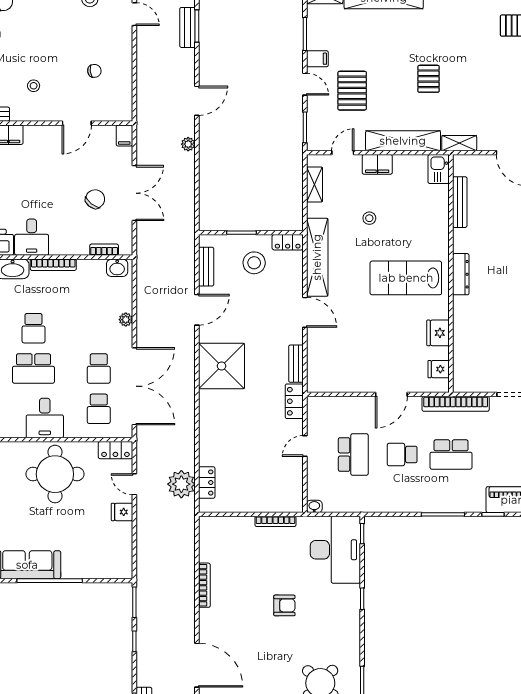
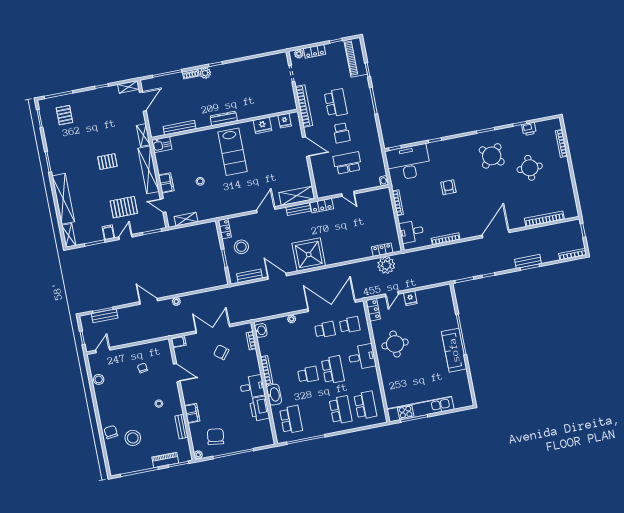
shelving: (317, 257) -> (297, 196), moved, width x0.68
round table: (55, 474) -> (395, 344), width x0.73, depth x0.73
desk: (226, 534) -> (412, 232), added

